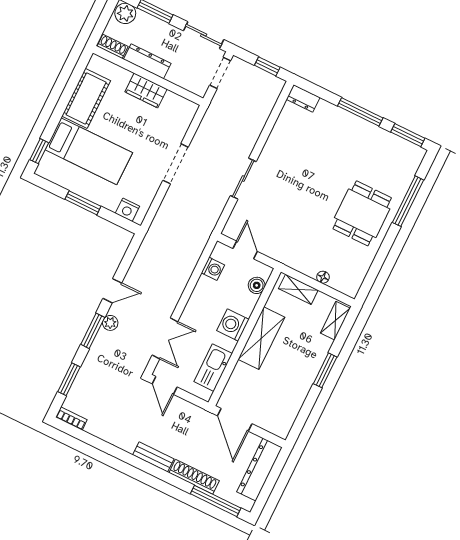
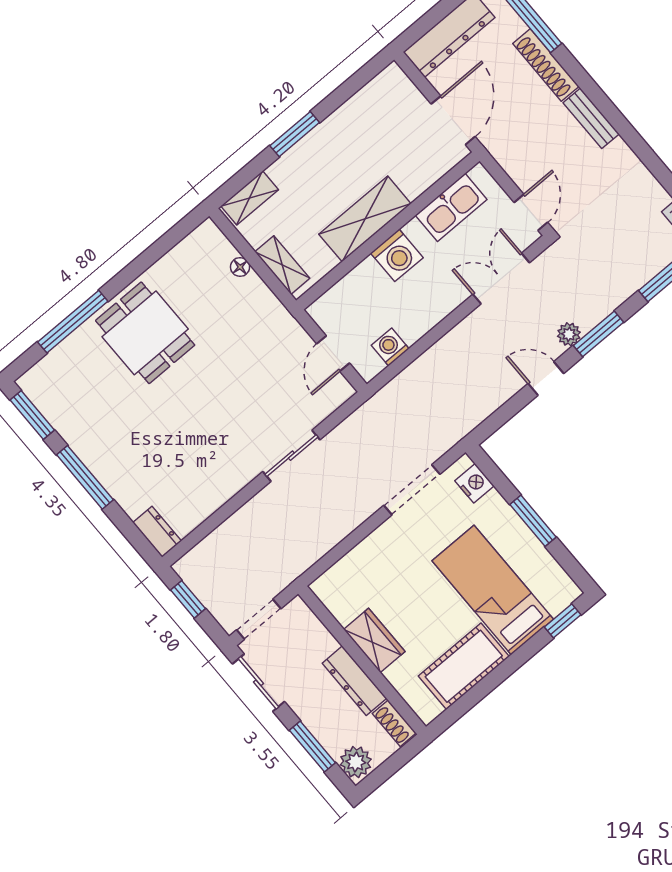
doorway: (176, 164) -> (412, 490), moved
dining table: (362, 213) -> (145, 333), turned 90
boiler: (257, 285) -> (339, 296), removed

